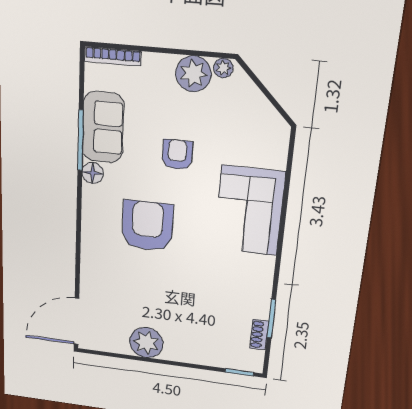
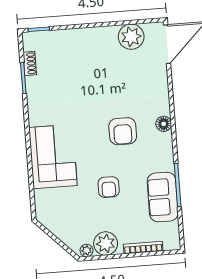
bookcase: (113, 56) -> (143, 248), moved
floor lamp: (93, 173) -> (164, 124), moved
armchair: (147, 226) -> (123, 131), width x0.73, depth x0.73
plant: (146, 343) -> (131, 37), moved

